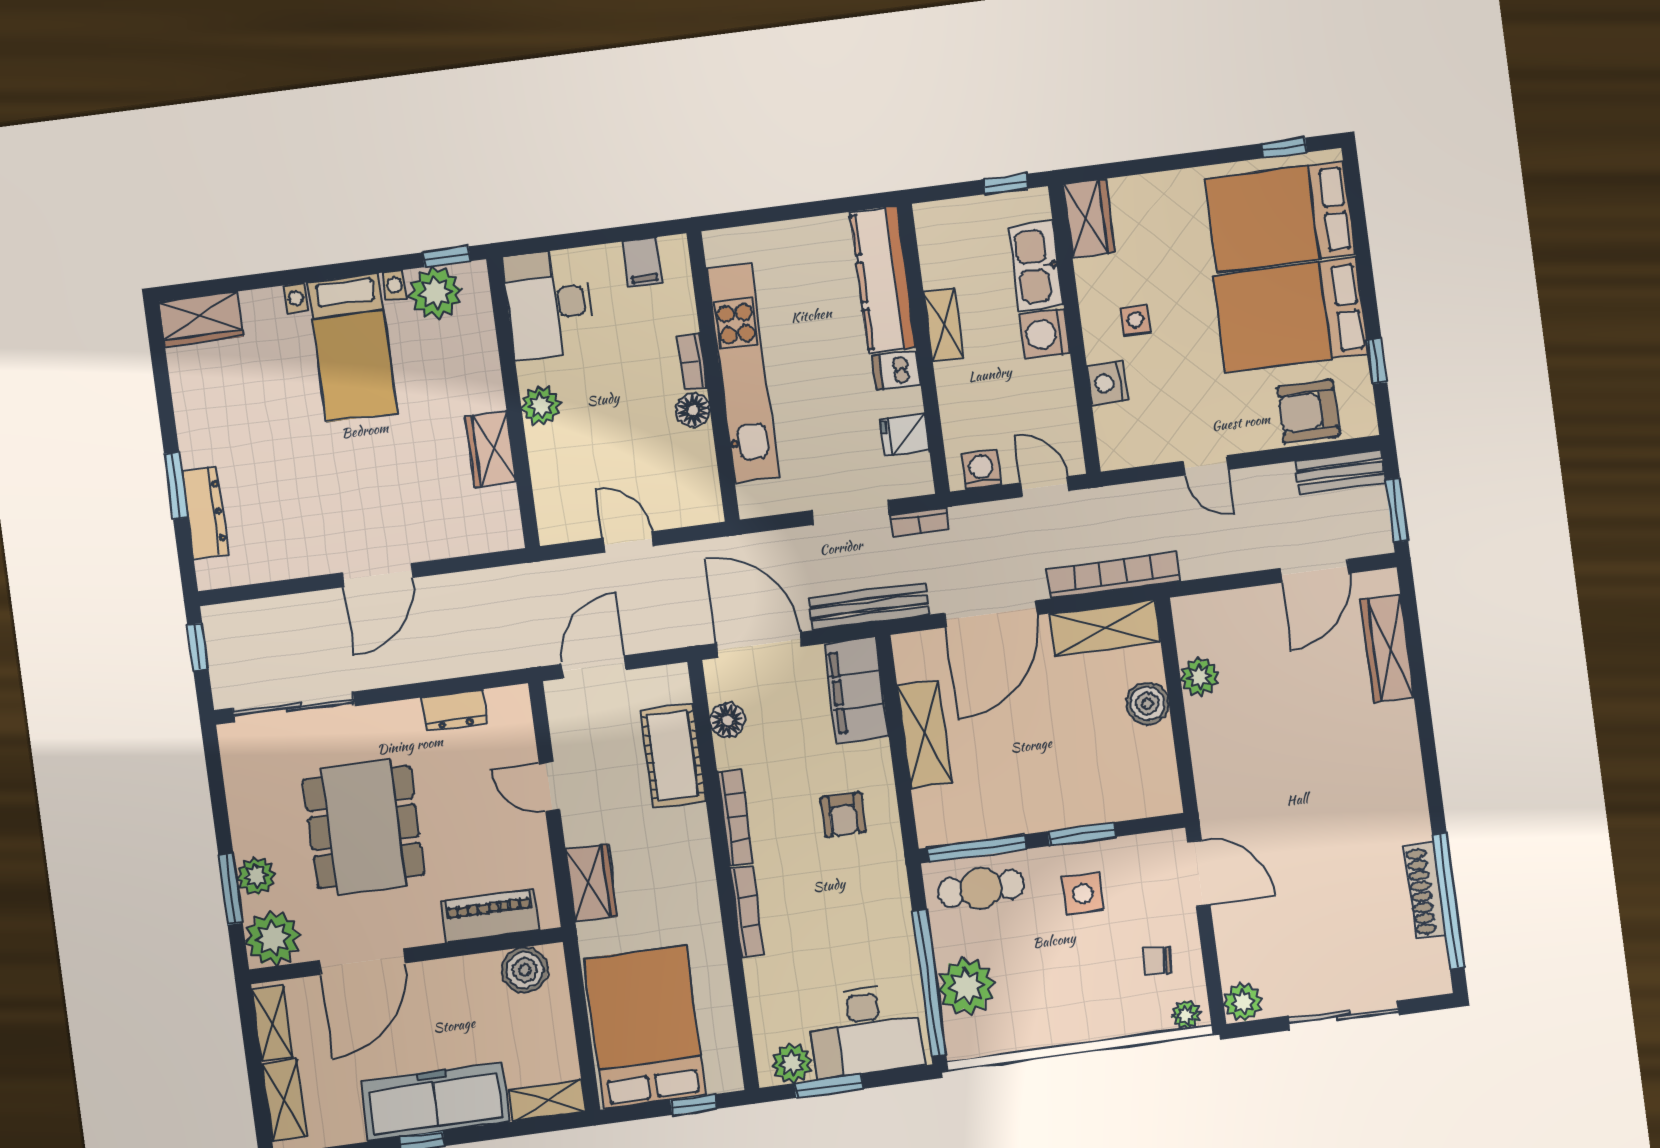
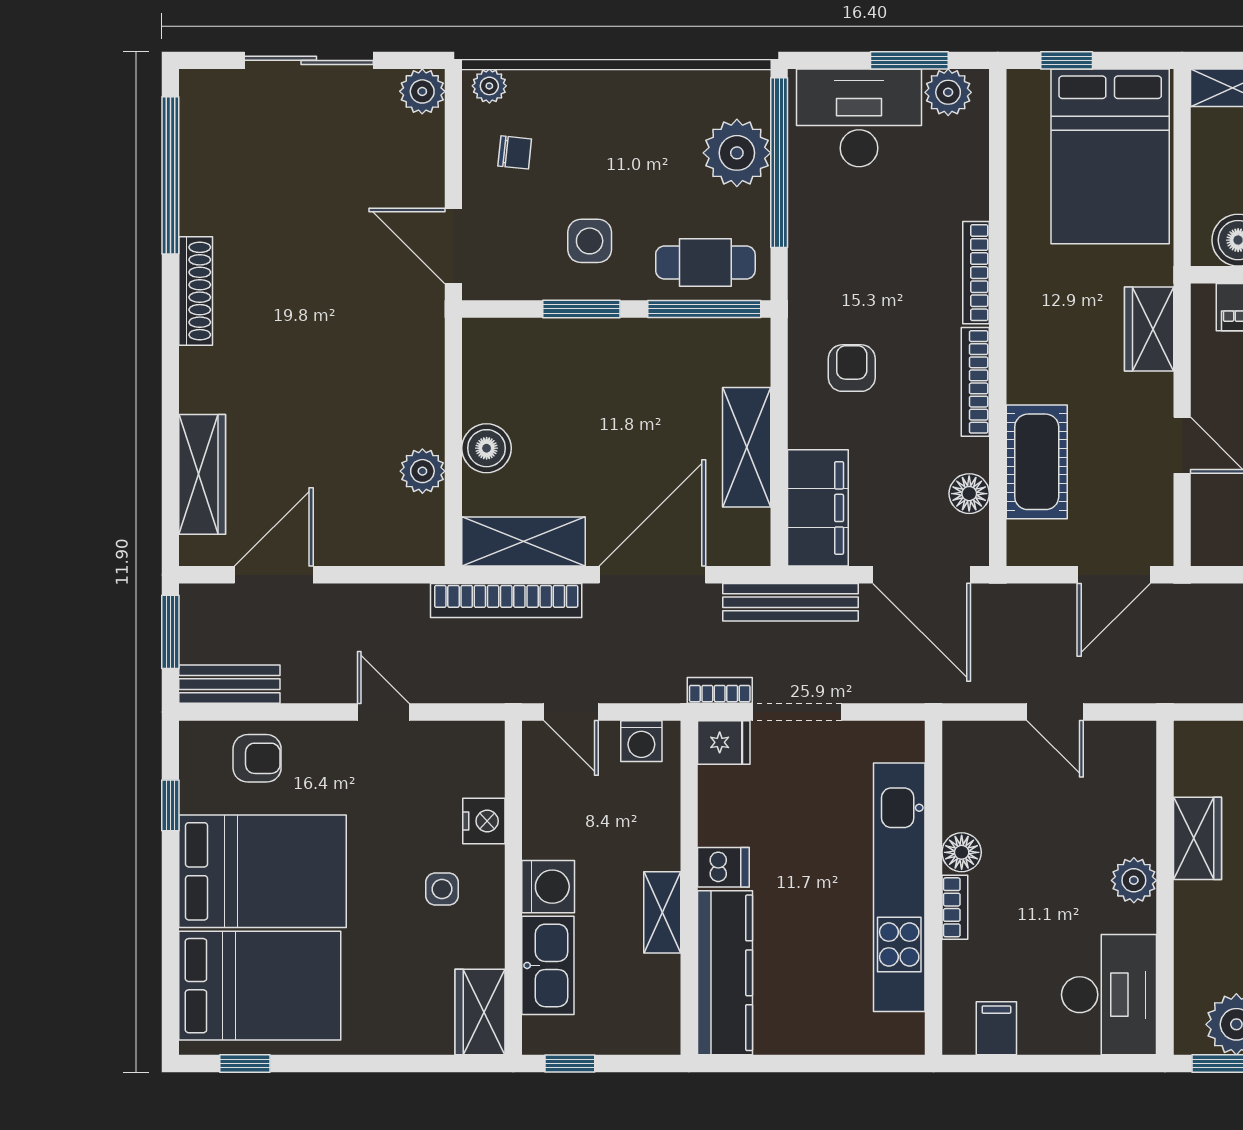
armchair: (1308, 411) -> (257, 758), width x0.72, depth x0.72
fridge: (905, 435) -> (724, 742), moved
shoe rack: (1425, 891) -> (196, 291), moved

